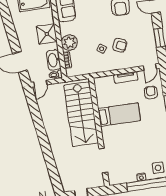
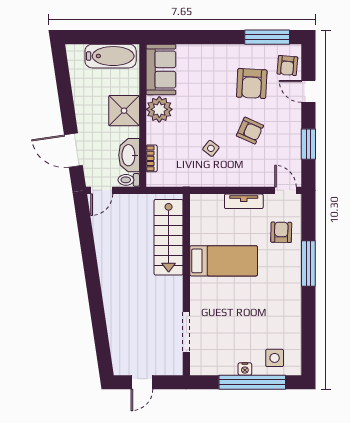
plant: (69, 43) -> (159, 109), moved
armchair: (120, 45) -> (250, 131), moved
door: (150, 67) -> (285, 190), swing flipped
stairs: (81, 114) -> (169, 237), width x0.73, depth x0.66

